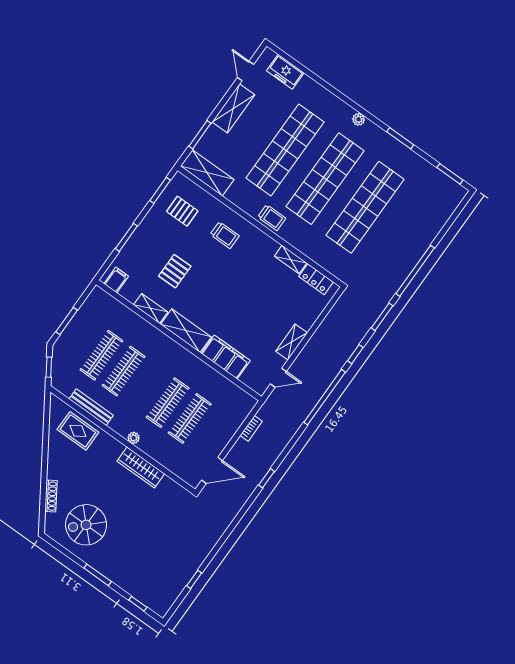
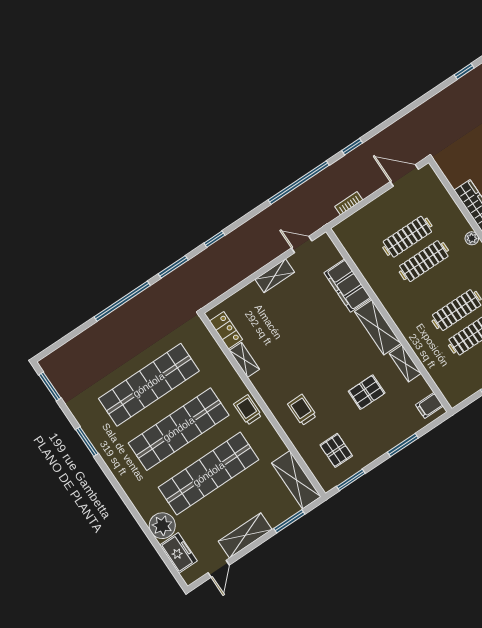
plant: (359, 119) -> (162, 526), moved, width x1.87, depth x1.87
window: (325, 397) -> (299, 183), moved

